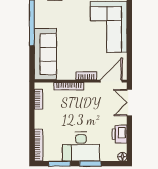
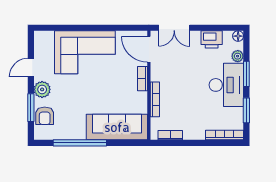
plant: (105, 156) -> (238, 56), added

